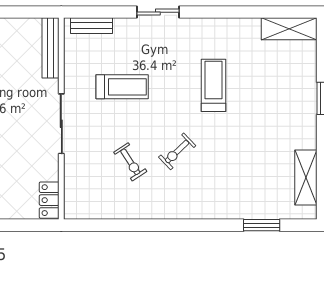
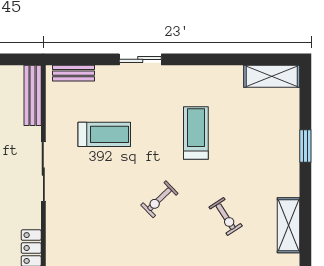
exercise bike: (130, 162) -> (226, 216), moved

